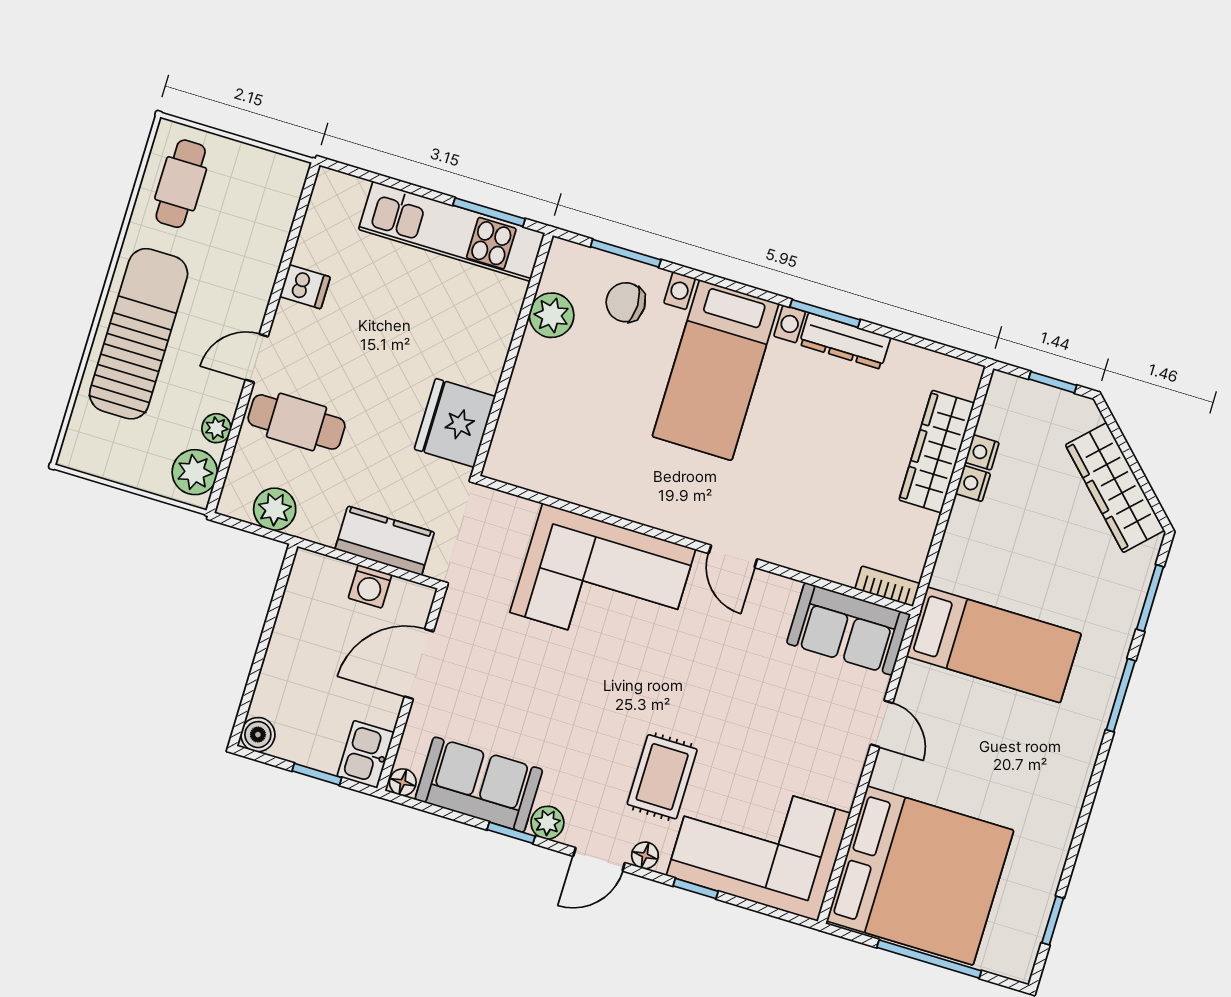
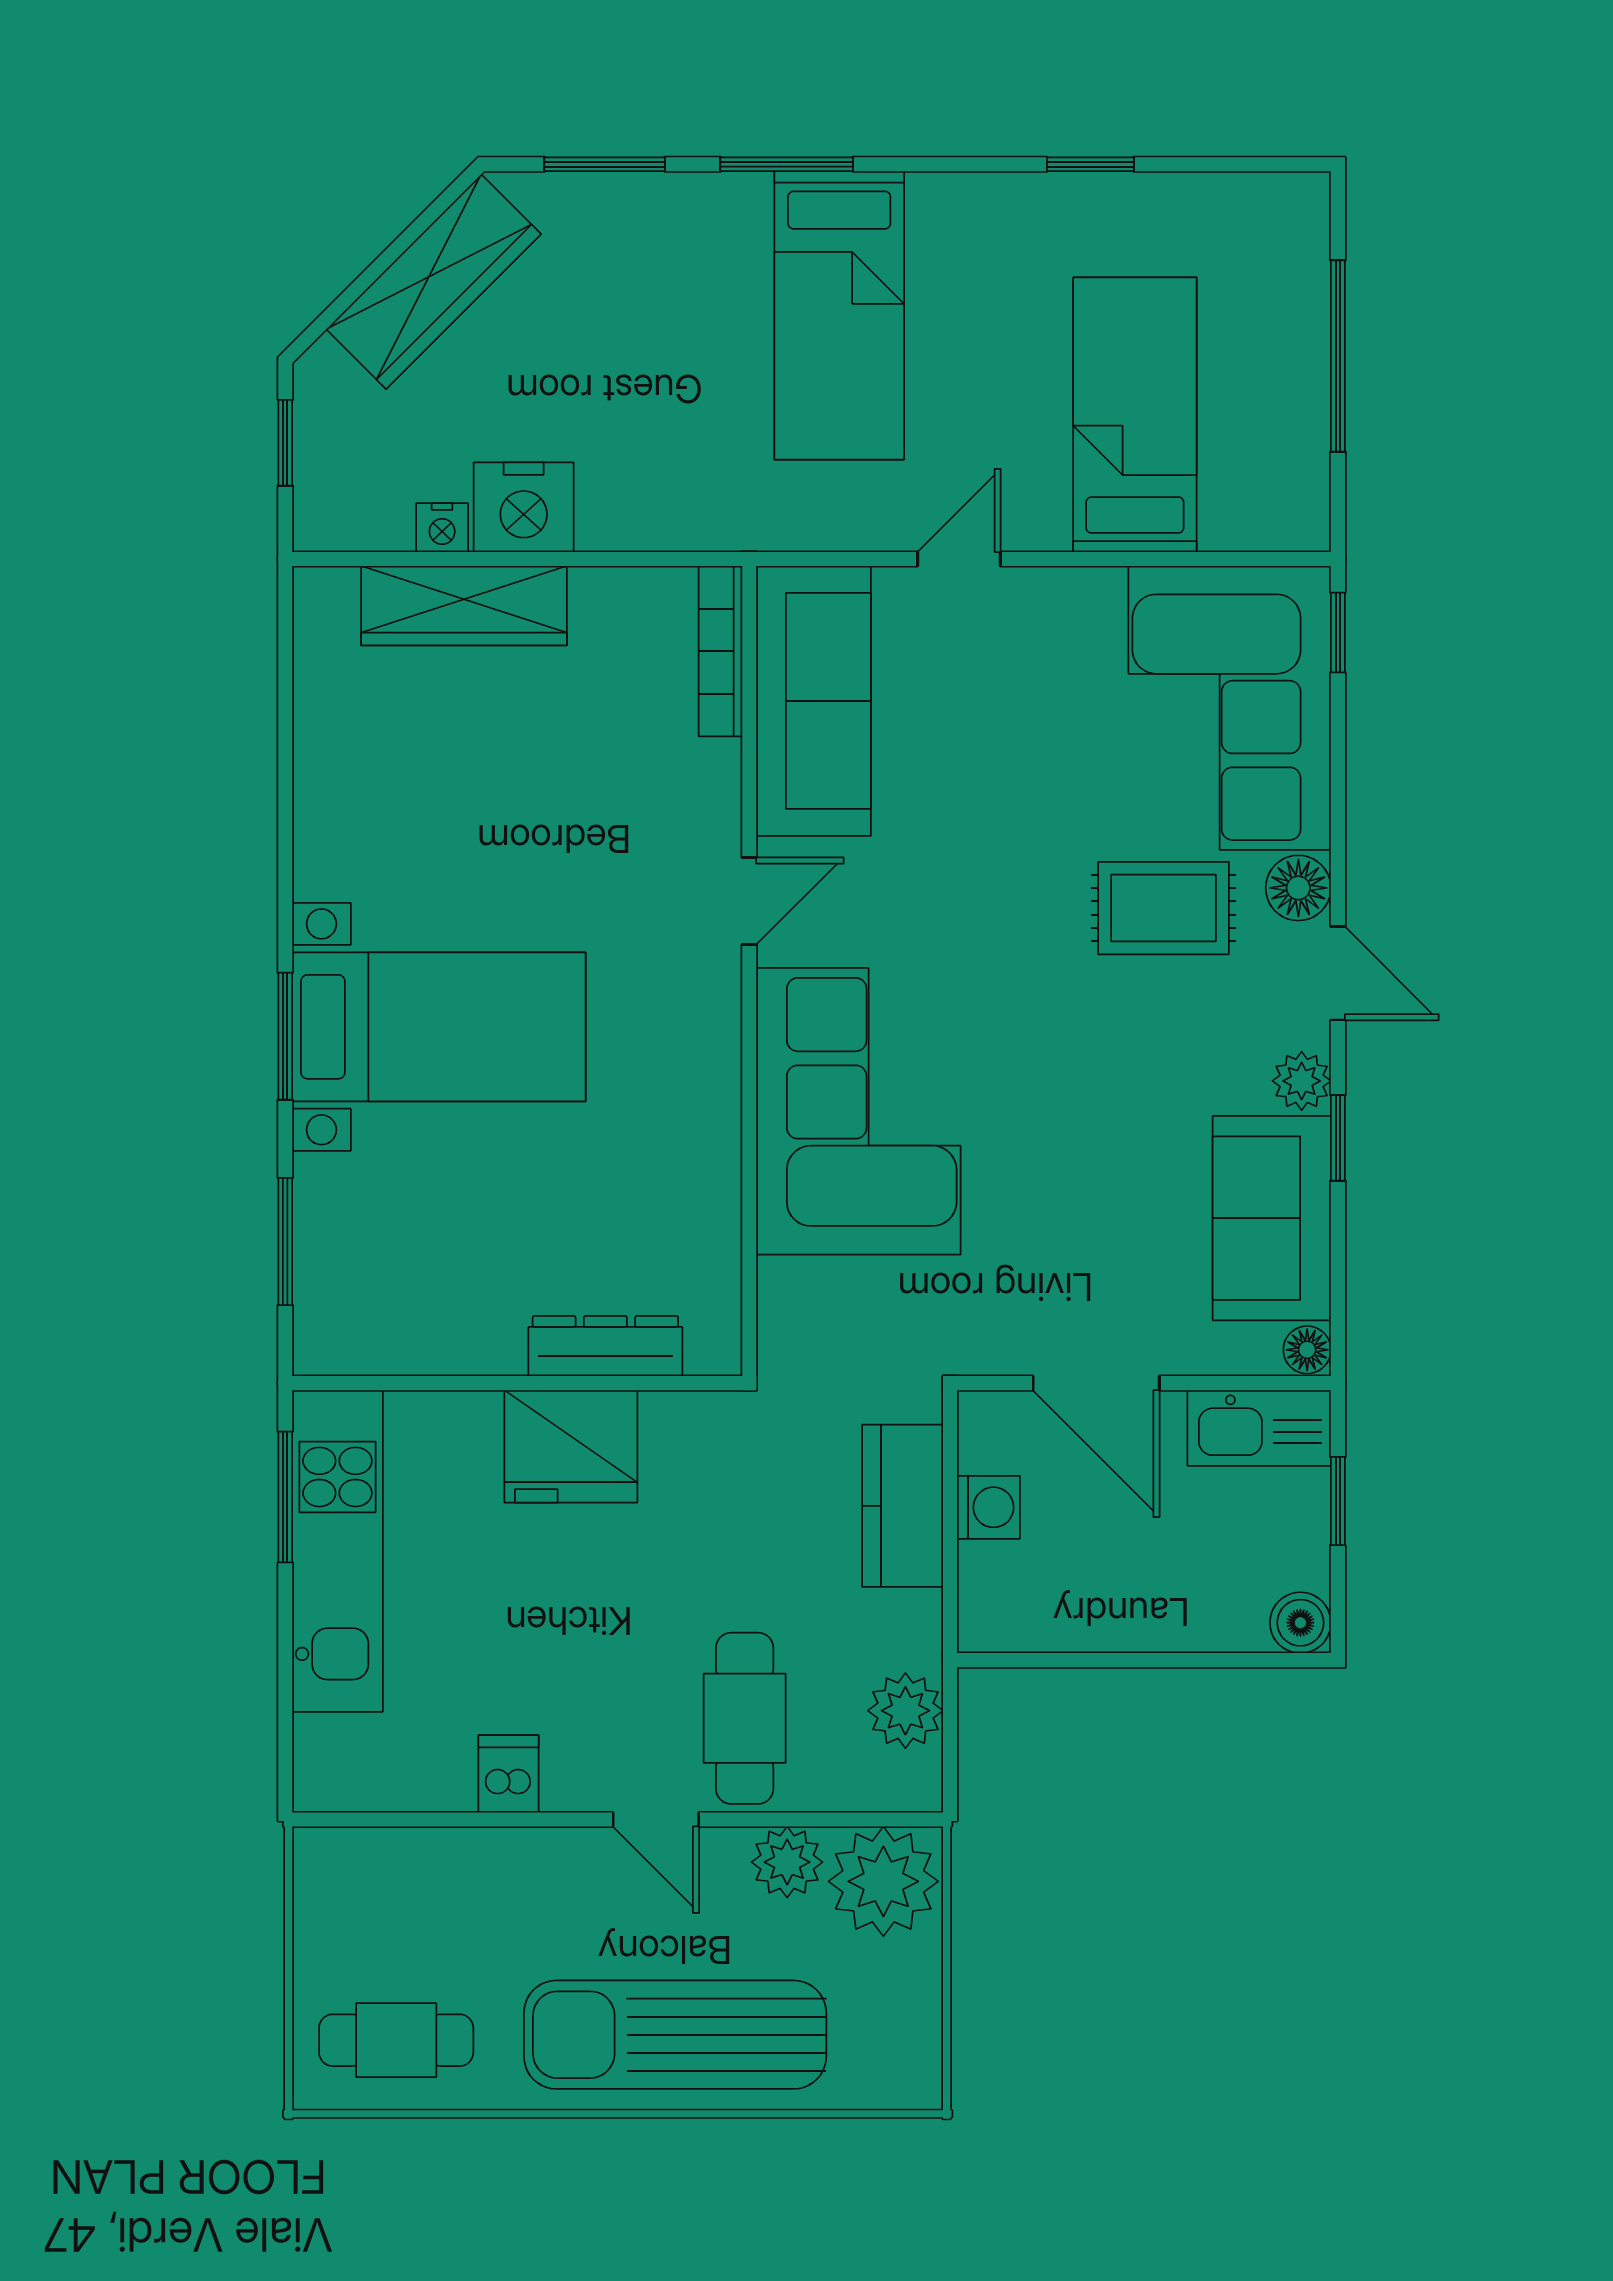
chair: (626, 302) -> (369, 1216), removed
window: (825, 313) -> (285, 1036), moved
plant: (552, 315) -> (430, 1336), removed
dresser: (845, 341) -> (605, 1346), moved, turned -90
fridge: (455, 423) -> (571, 1446), moved
plant: (216, 428) -> (787, 1862), width x1.38, depth x1.38
plant: (195, 472) -> (883, 1881), width x1.36, depth x1.36
nightstand: (973, 484) -> (524, 507), width x1.89, depth x1.79
bookcase: (887, 586) -> (720, 651), width x1.56
sofa: (848, 629) -> (814, 701), width x1.36
bed: (994, 645) -> (839, 315), moved, turned 180
kitchen sink: (366, 754) -> (1259, 1428), width x1.38
floor lamp: (645, 855) -> (1298, 888), width x1.37, depth x1.37
bed: (920, 876) -> (1135, 415), width x0.49
window: (696, 889) -> (1338, 632), moved
window: (1053, 920) -> (1090, 164), moved

